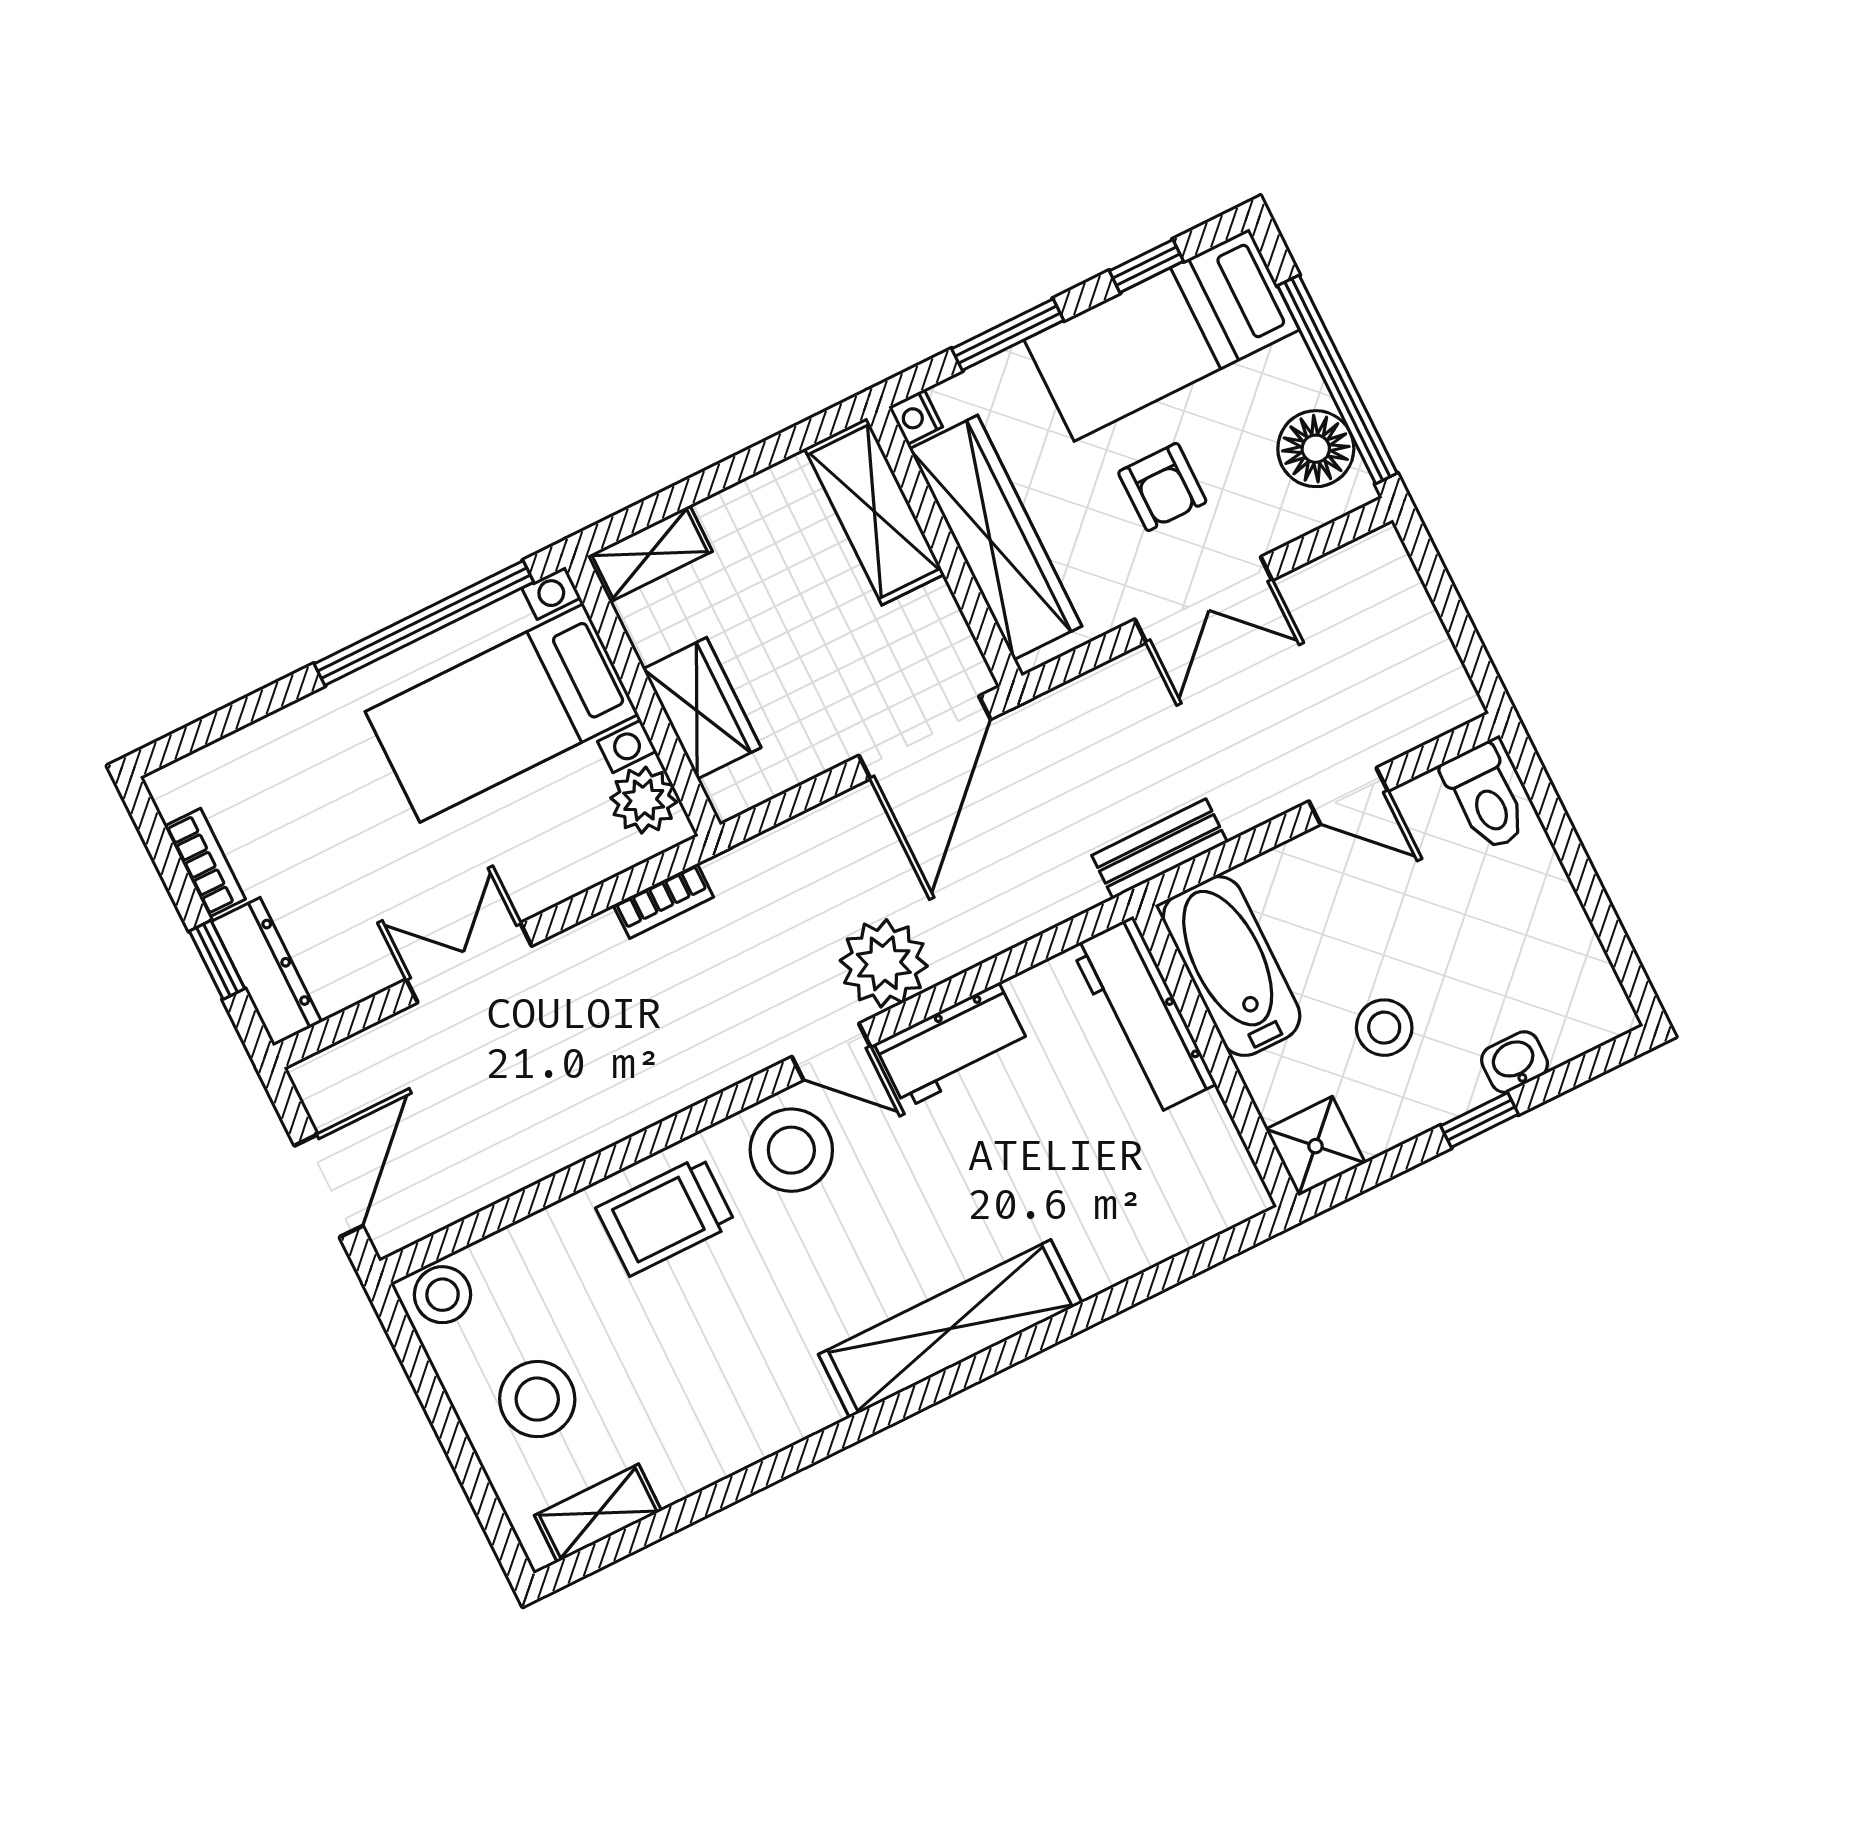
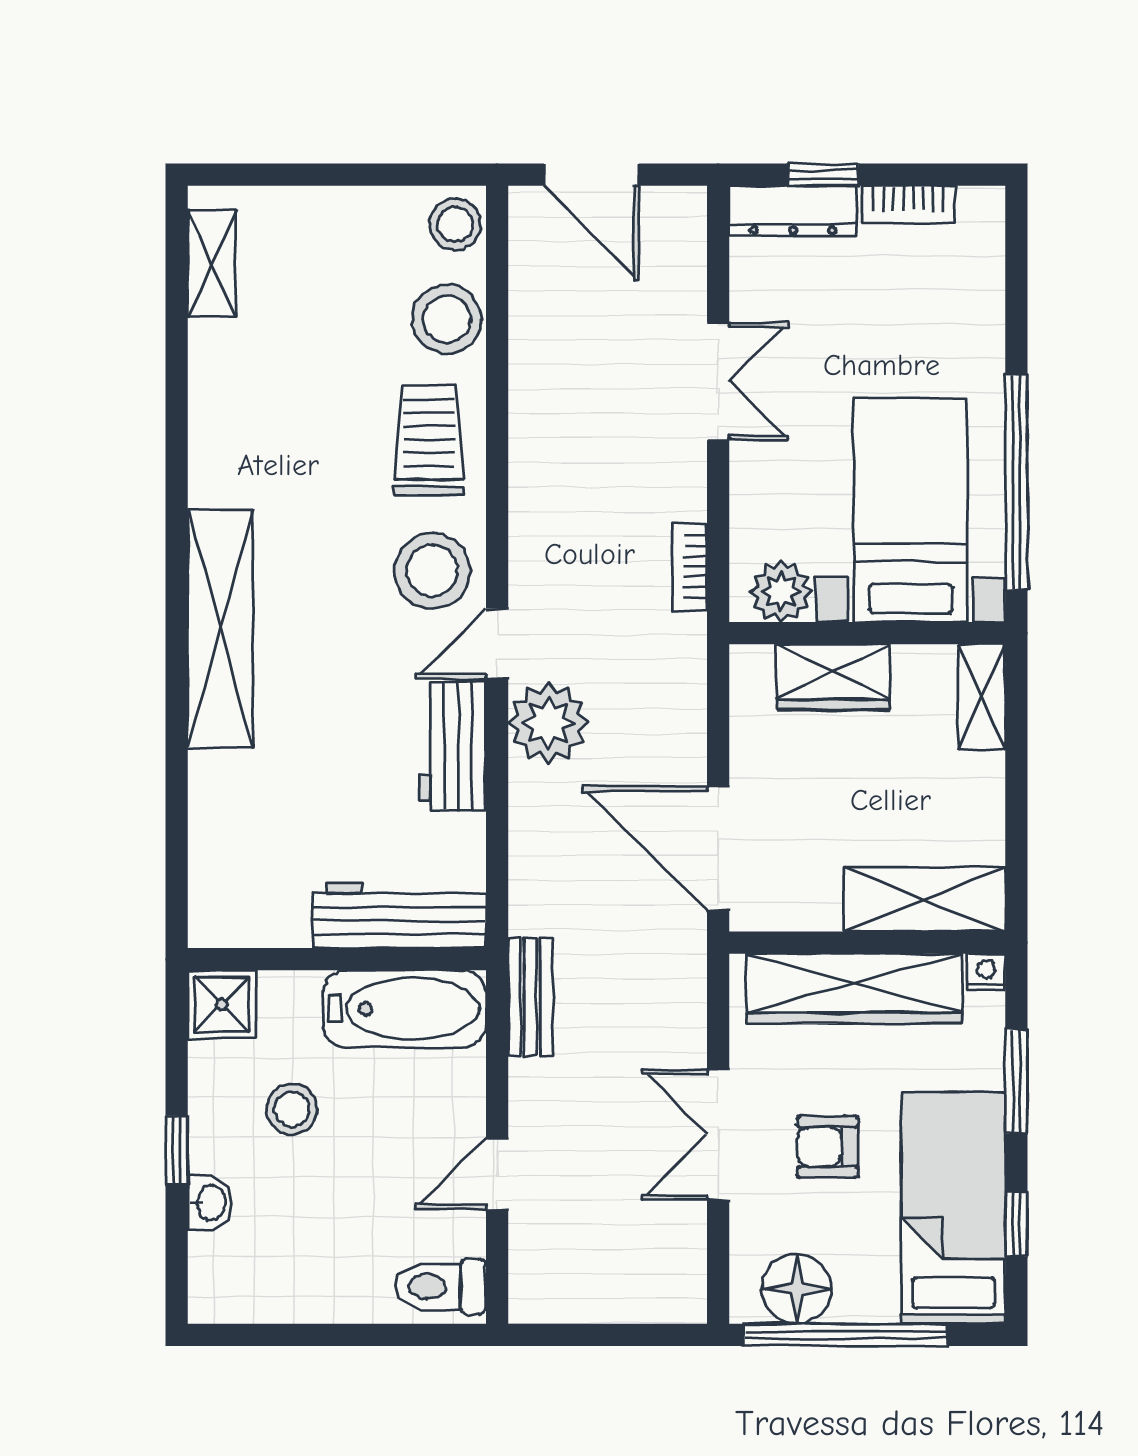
stool: (537, 1399) -> (447, 319), moved

